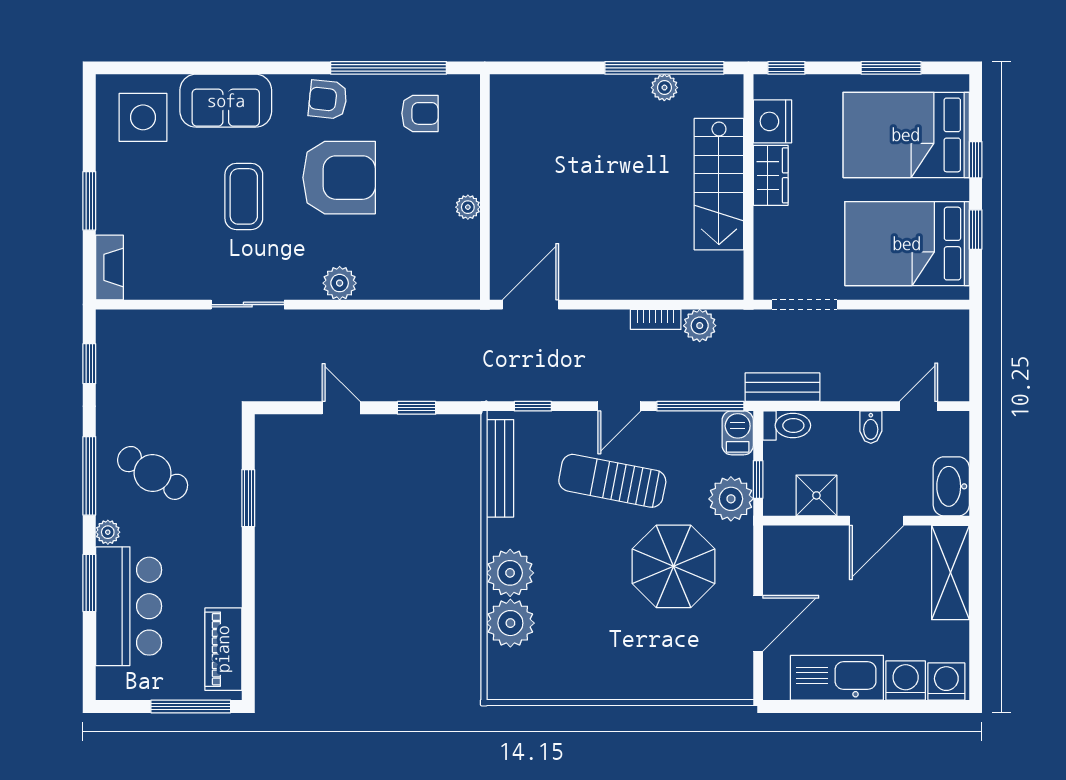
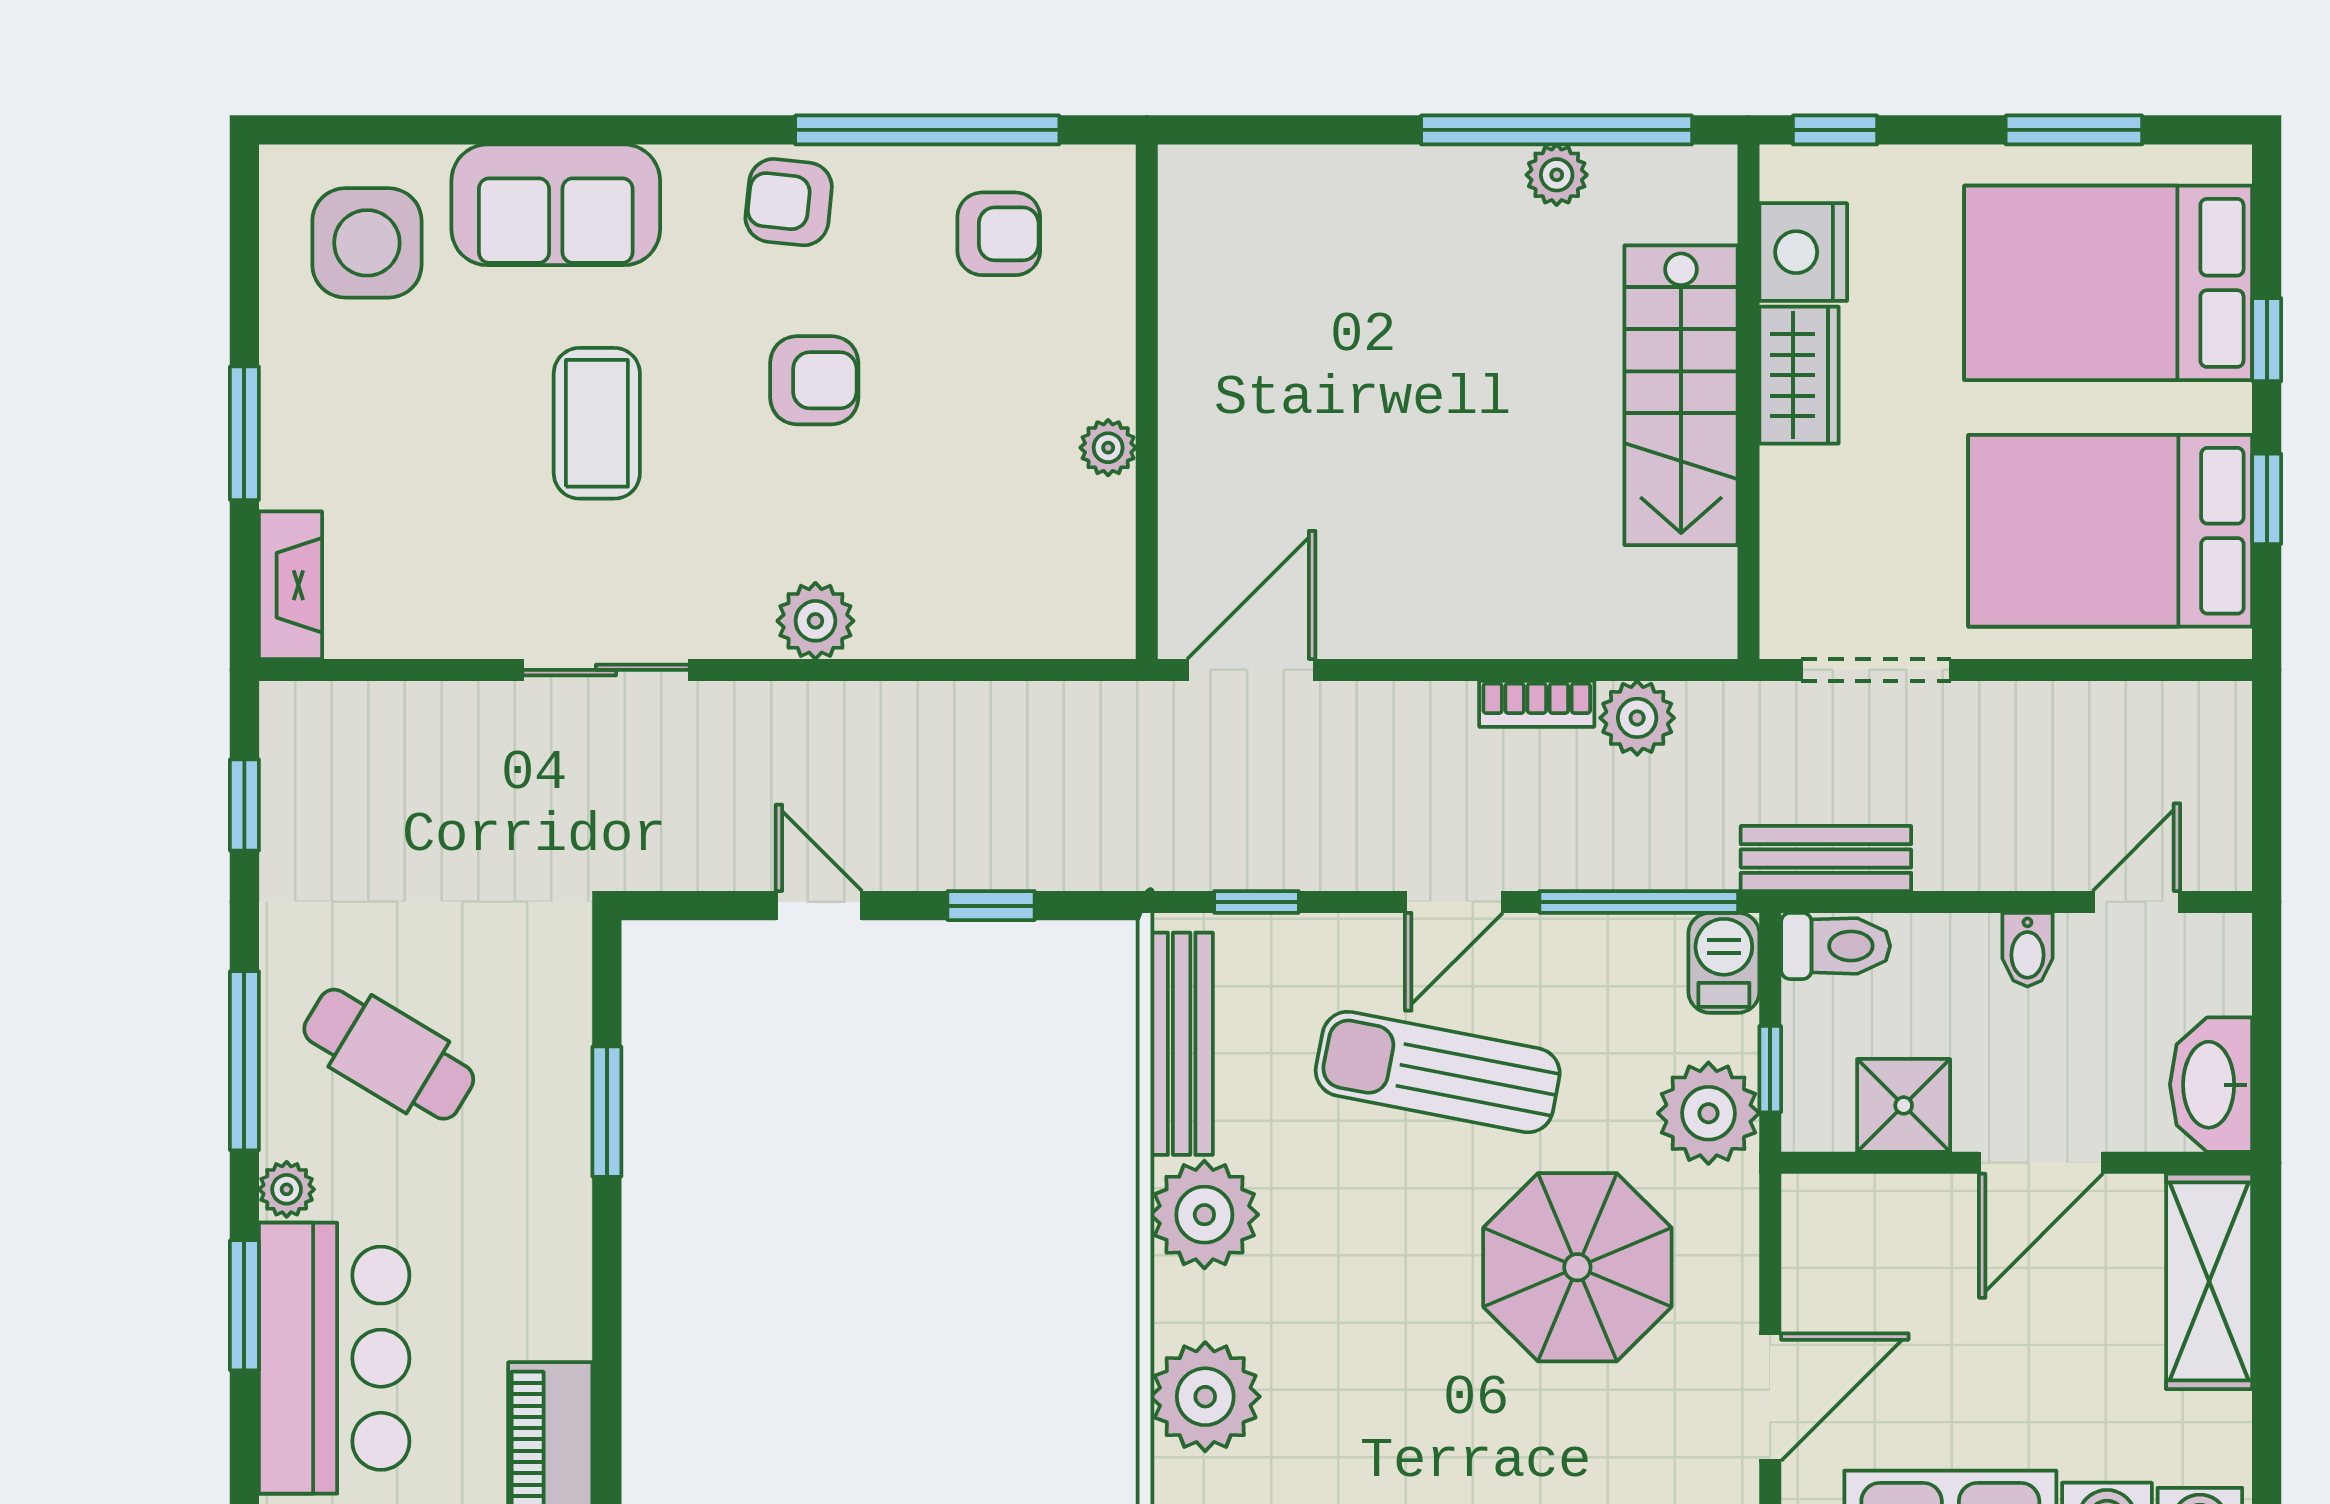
armchair: (339, 178) -> (814, 380), width x0.53, depth x0.53
plant: (510, 573) -> (1204, 1215), moved

